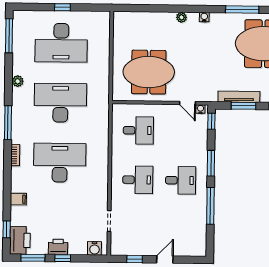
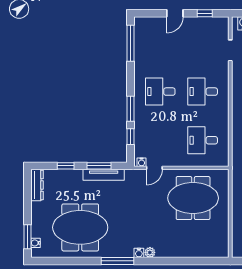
window: (242, 9) -> (118, 261), moved
plant: (181, 17) -> (150, 252), moved
door: (188, 103) -> (154, 168), swing flipped
window: (211, 121) -> (131, 137), moved
window: (210, 206) -> (131, 43), moved

